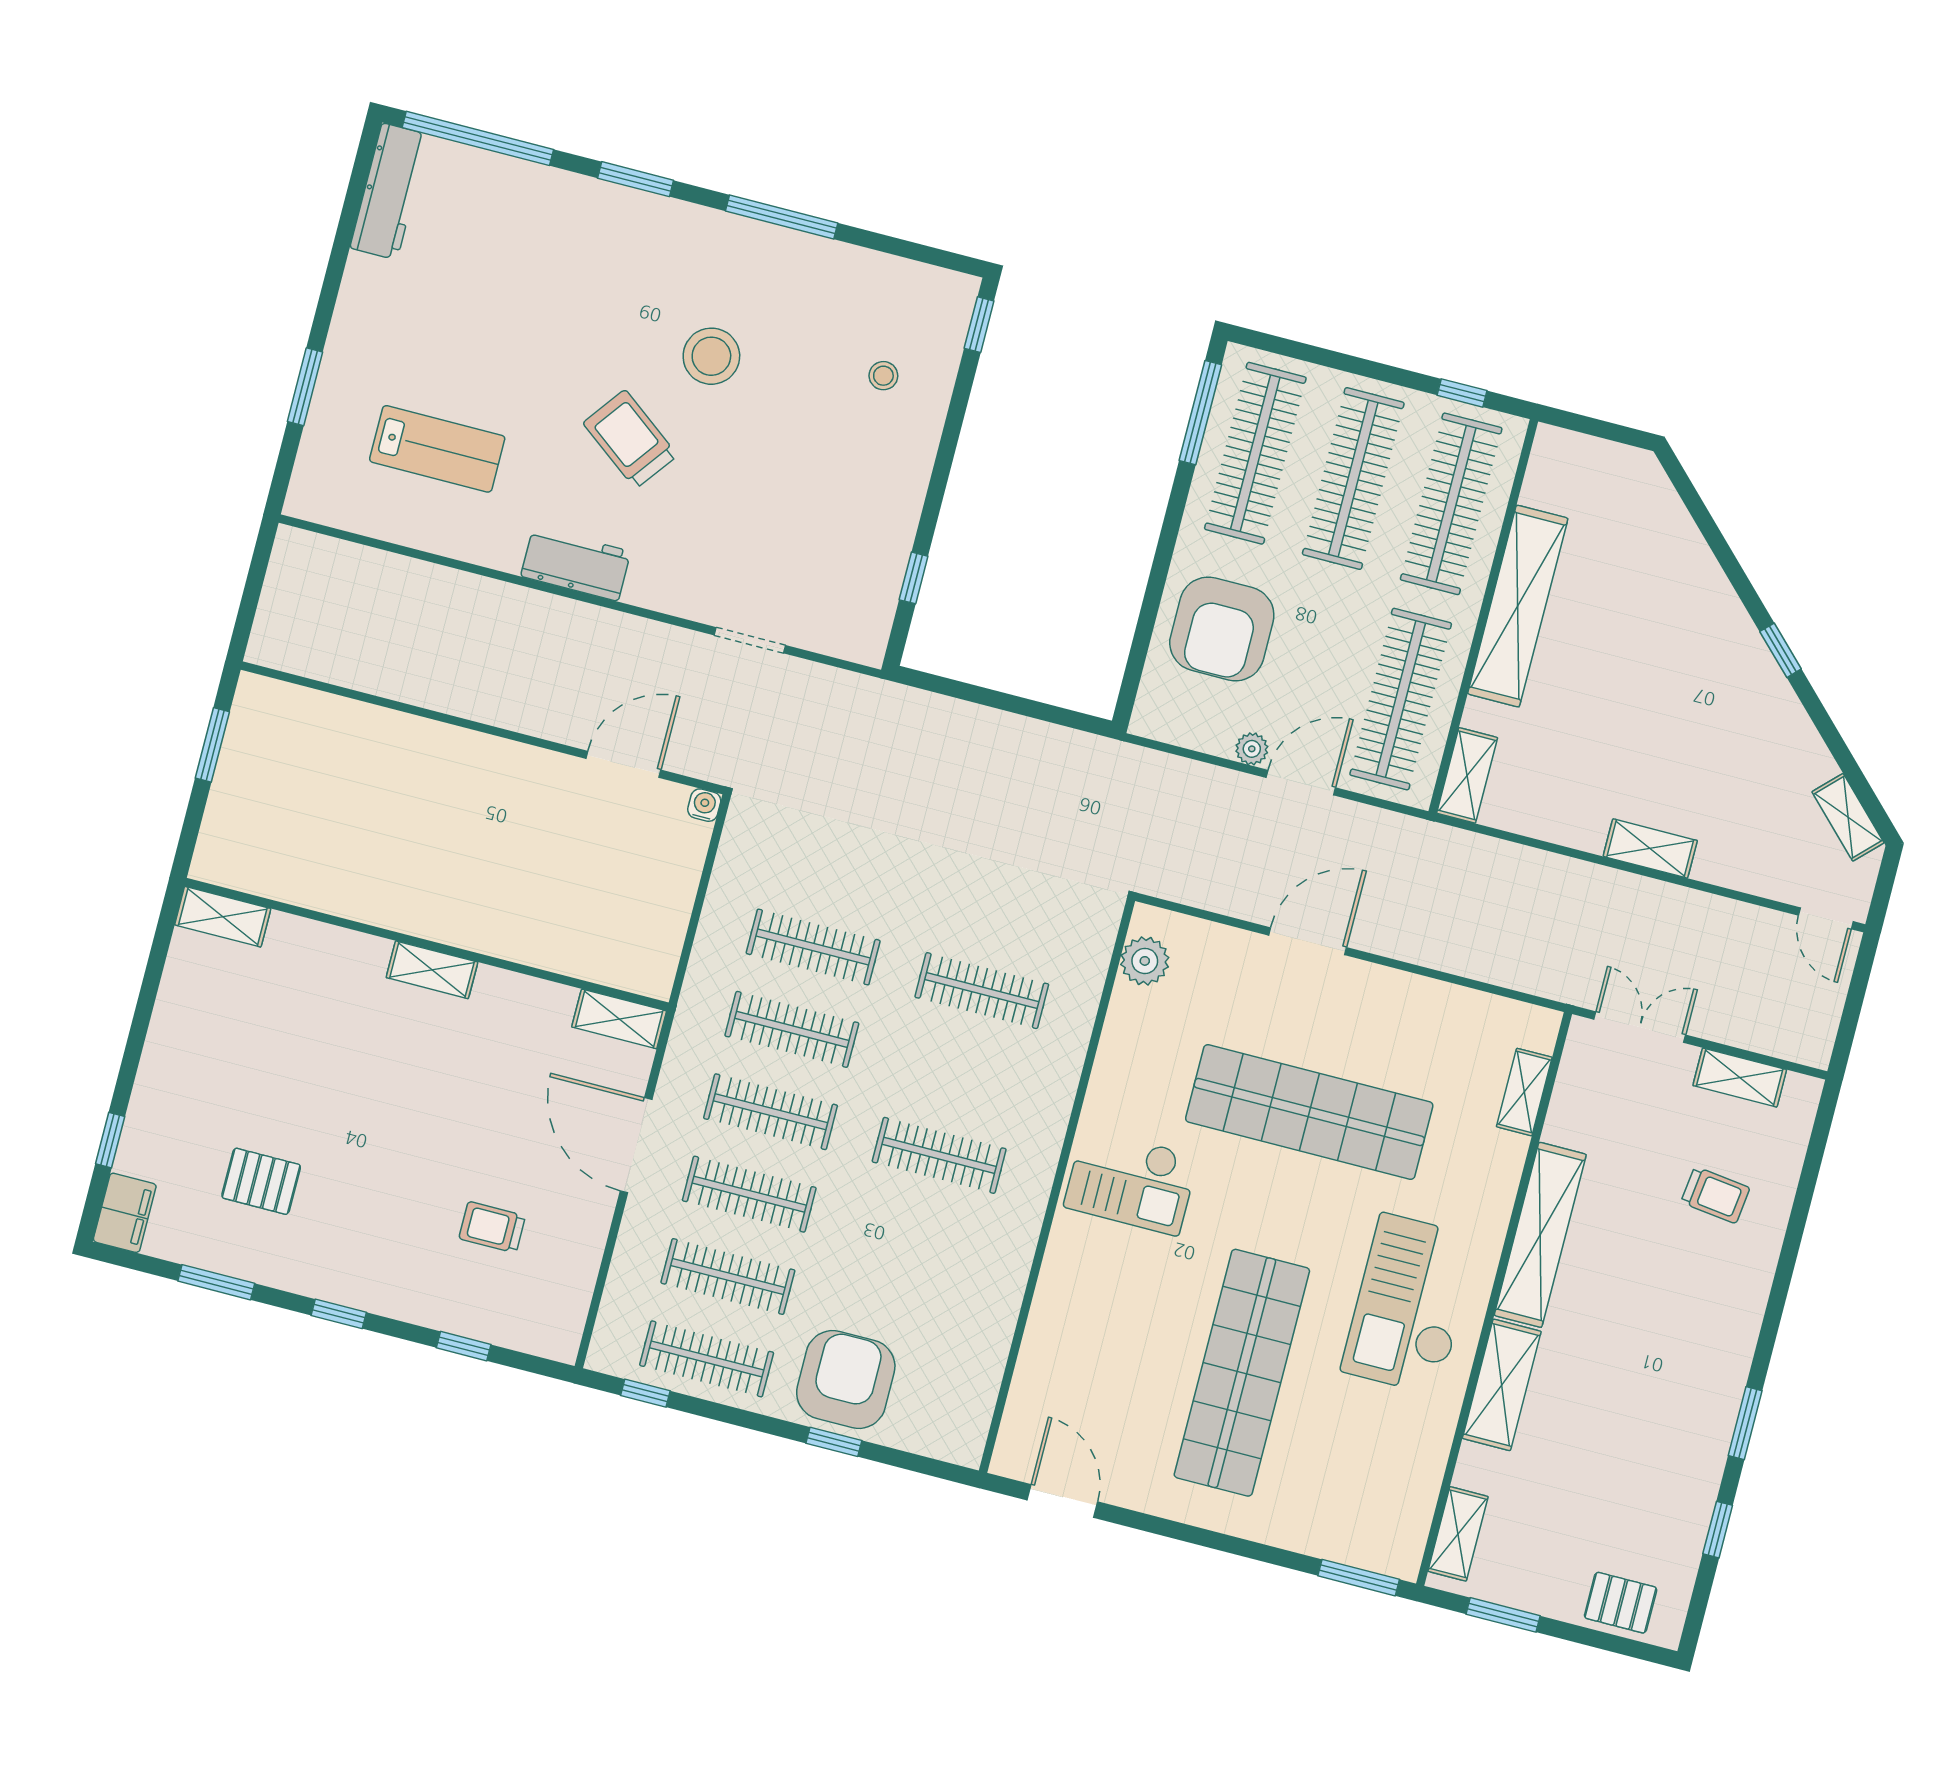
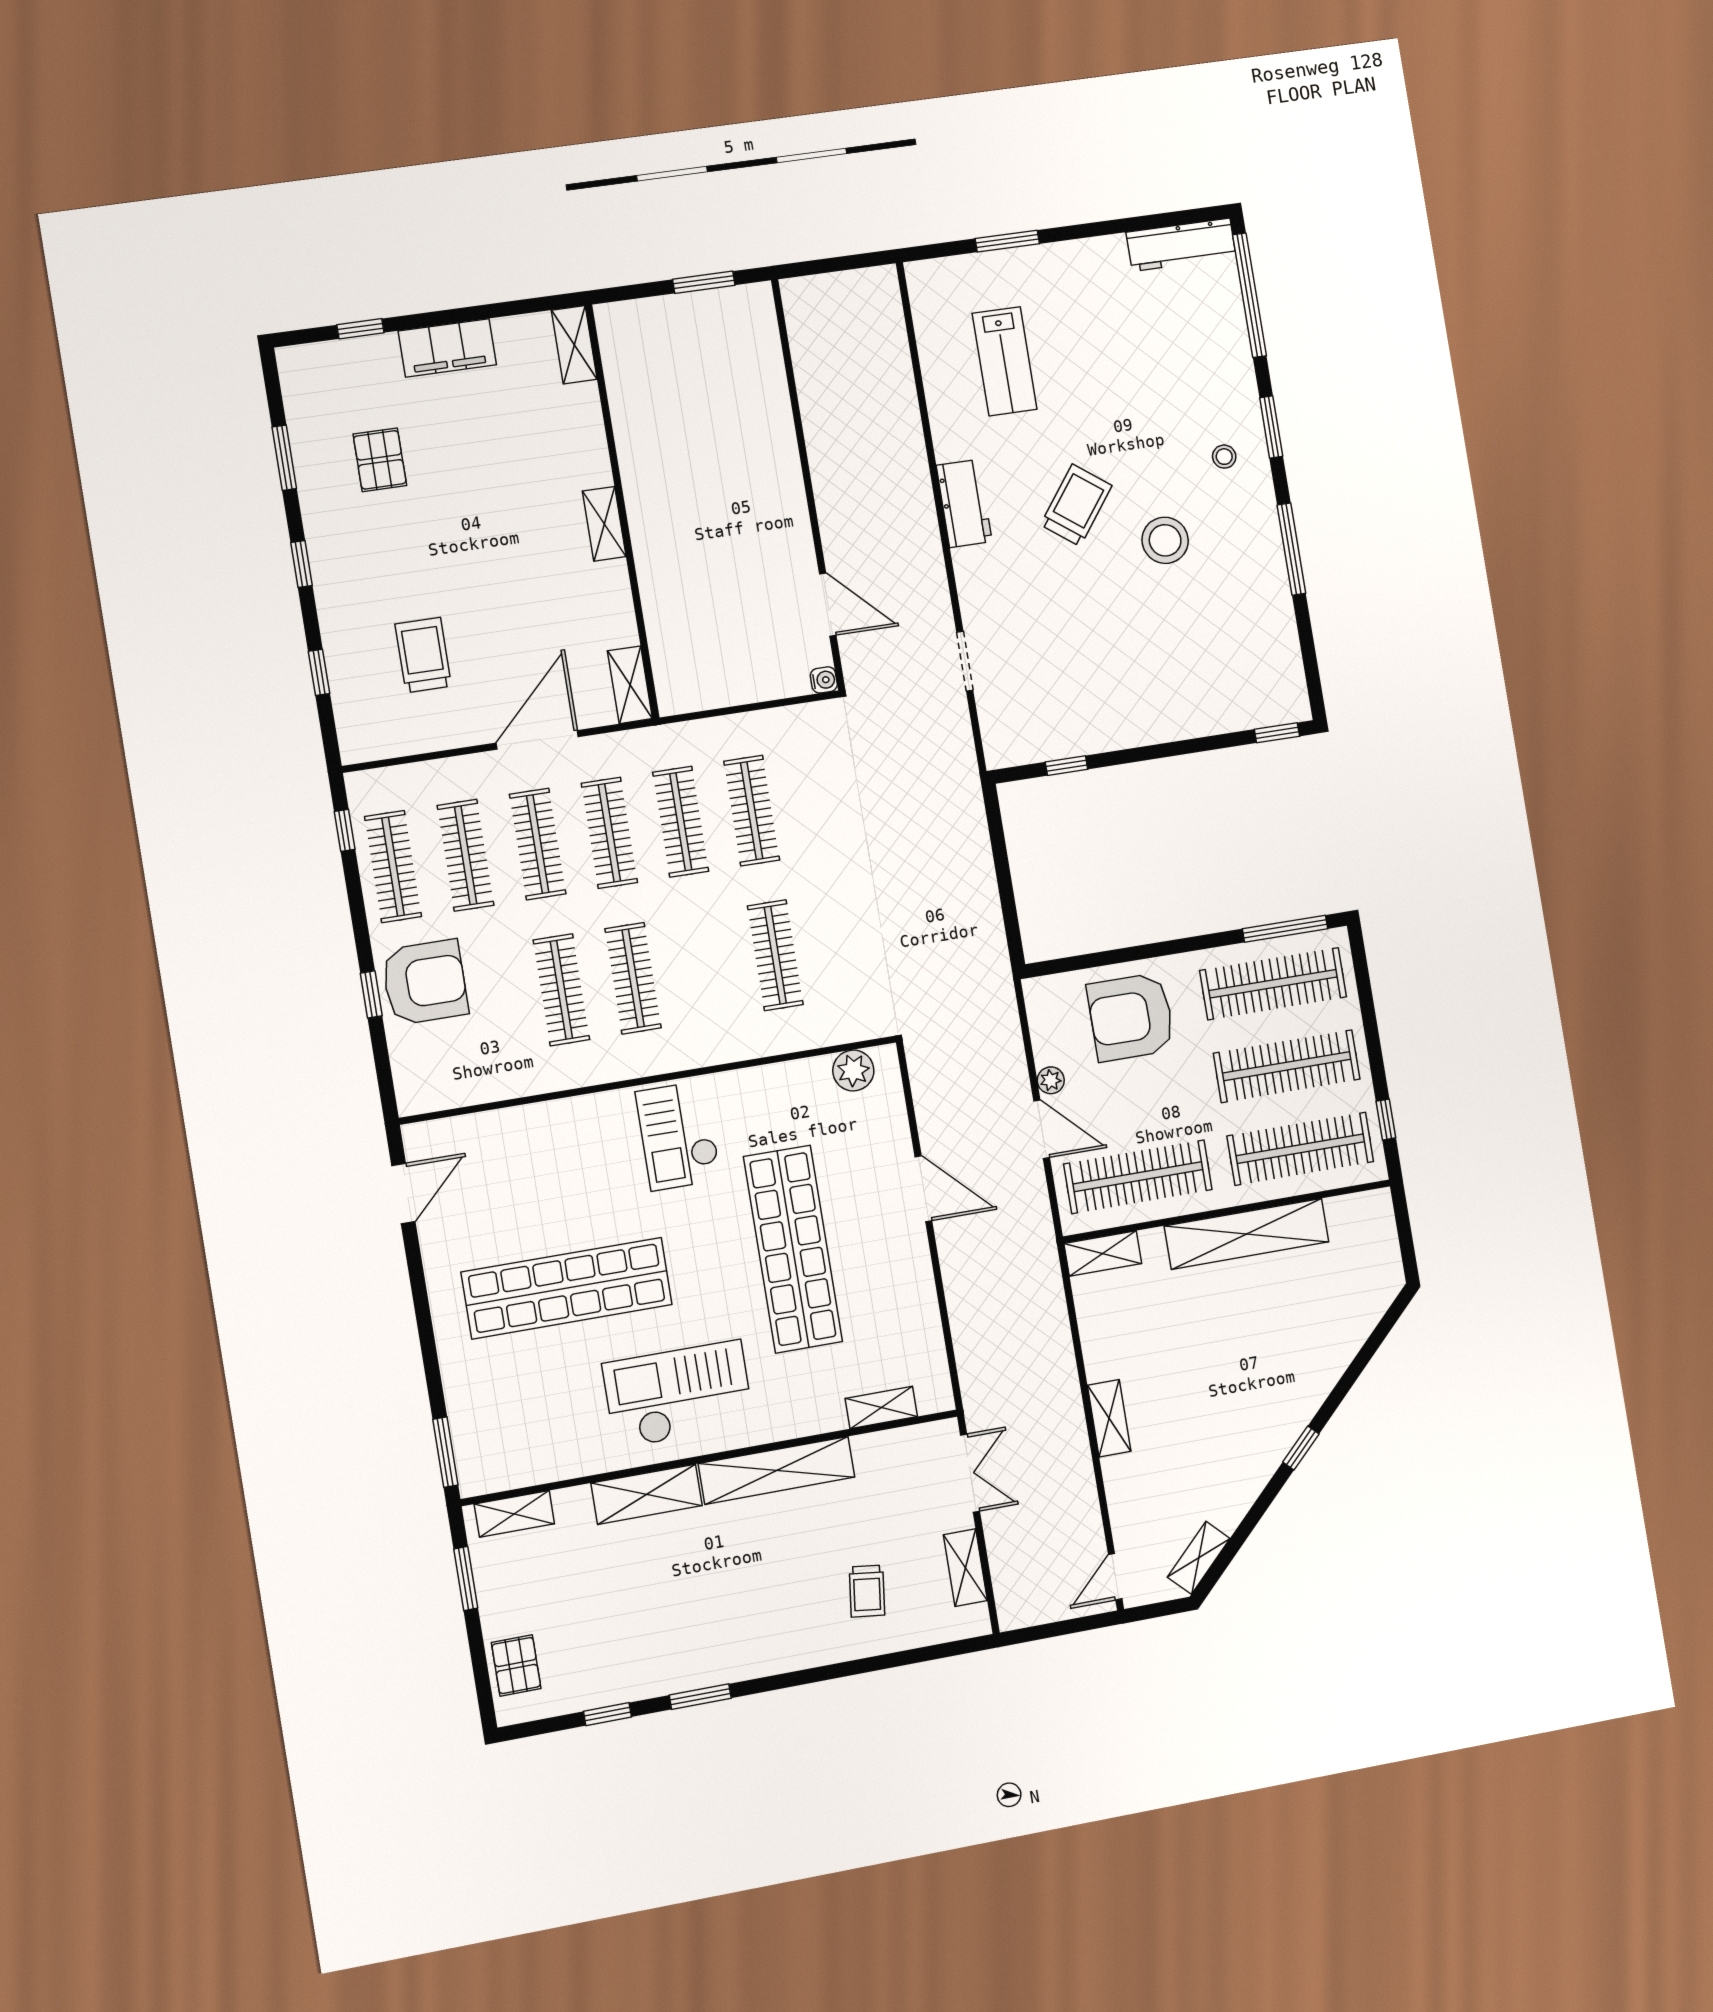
stool: (883, 376) -> (1224, 457), moved
filing cabinet: (125, 1213) -> (447, 348), moved, width x1.50, depth x1.17
trolley: (492, 1227) -> (423, 655), width x1.36, depth x1.39
clothes rail: (918, 1238) -> (561, 990), added

